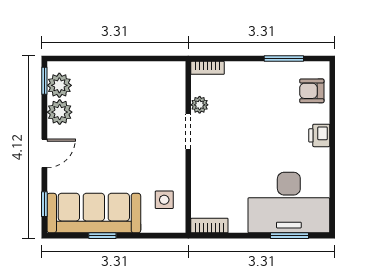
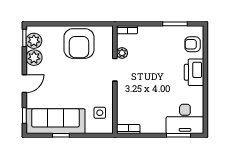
armchair: (131, 90) -> (79, 43), added
printer: (319, 135) -> (194, 72), width x1.87, depth x1.48
desk: (289, 203) -> (185, 119), width x0.73, depth x0.77

